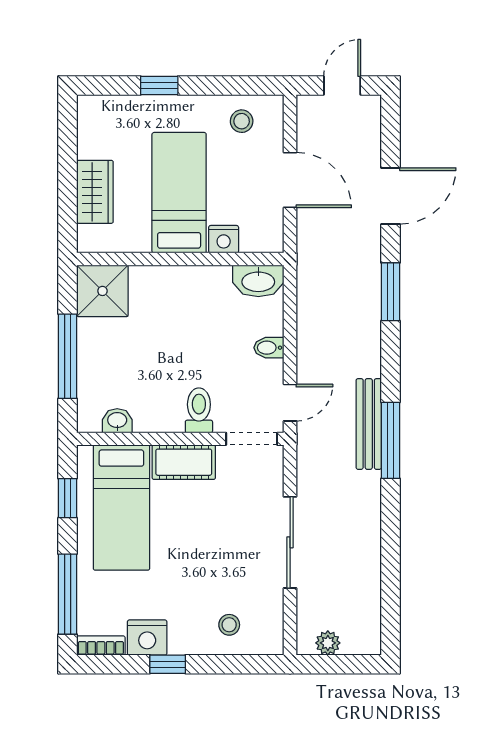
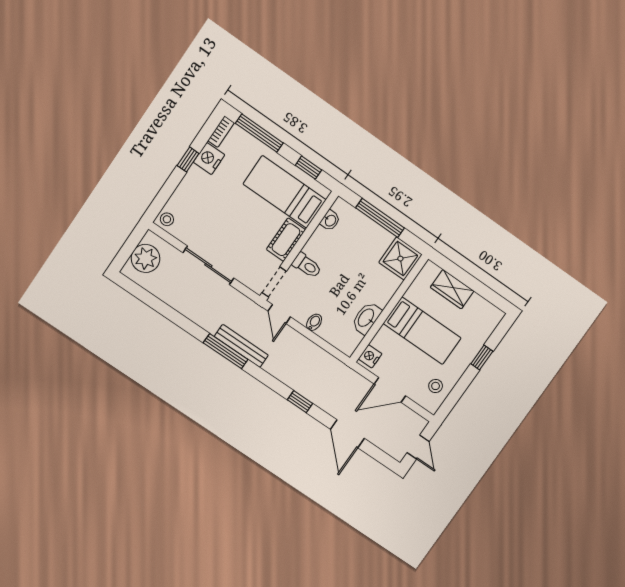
nightstand: (224, 239) -> (370, 356), moved
washbasin: (258, 281) -> (366, 318), moved
window: (391, 292) -> (300, 402), width x0.67
stool: (229, 625) -> (167, 219), moved
plant: (328, 643) -> (146, 258), width x1.87, depth x1.87

